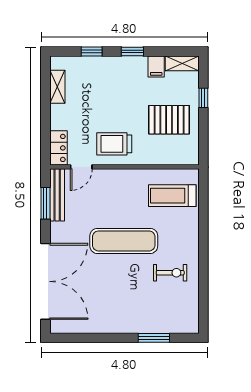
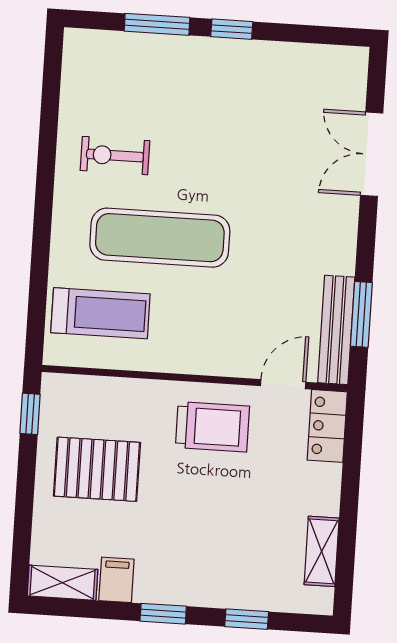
window: (203, 98) -> (30, 414), moved
exercise mat: (124, 241) -> (160, 238), moved
double door: (45, 281) -> (372, 154), width x0.54
window: (117, 338) -> (232, 29), added

